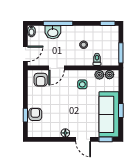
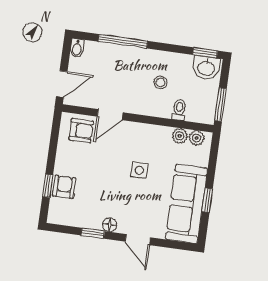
washbasin: (53, 32) -> (206, 68), moved
armchair: (41, 80) -> (81, 131), turned -90
side table: (82, 84) -> (139, 170), moved
window: (106, 139) -> (93, 233), moved

